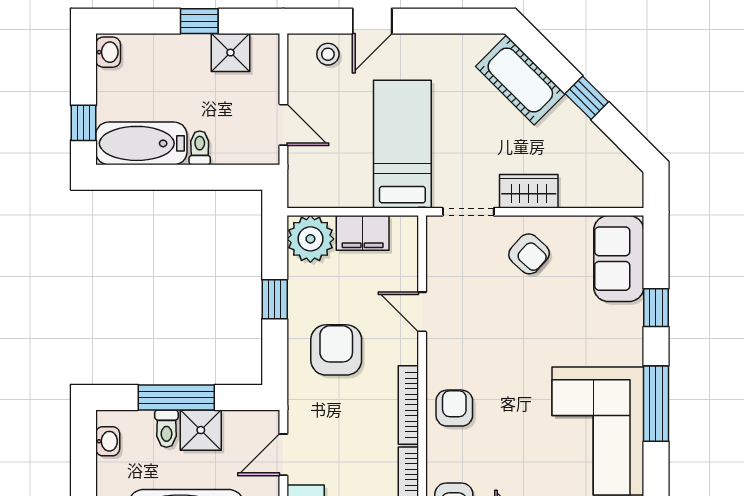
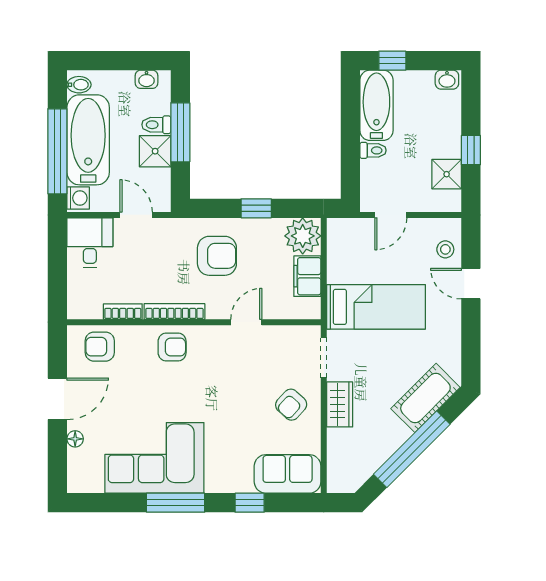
window: (587, 98) -> (412, 449), width x3.17

